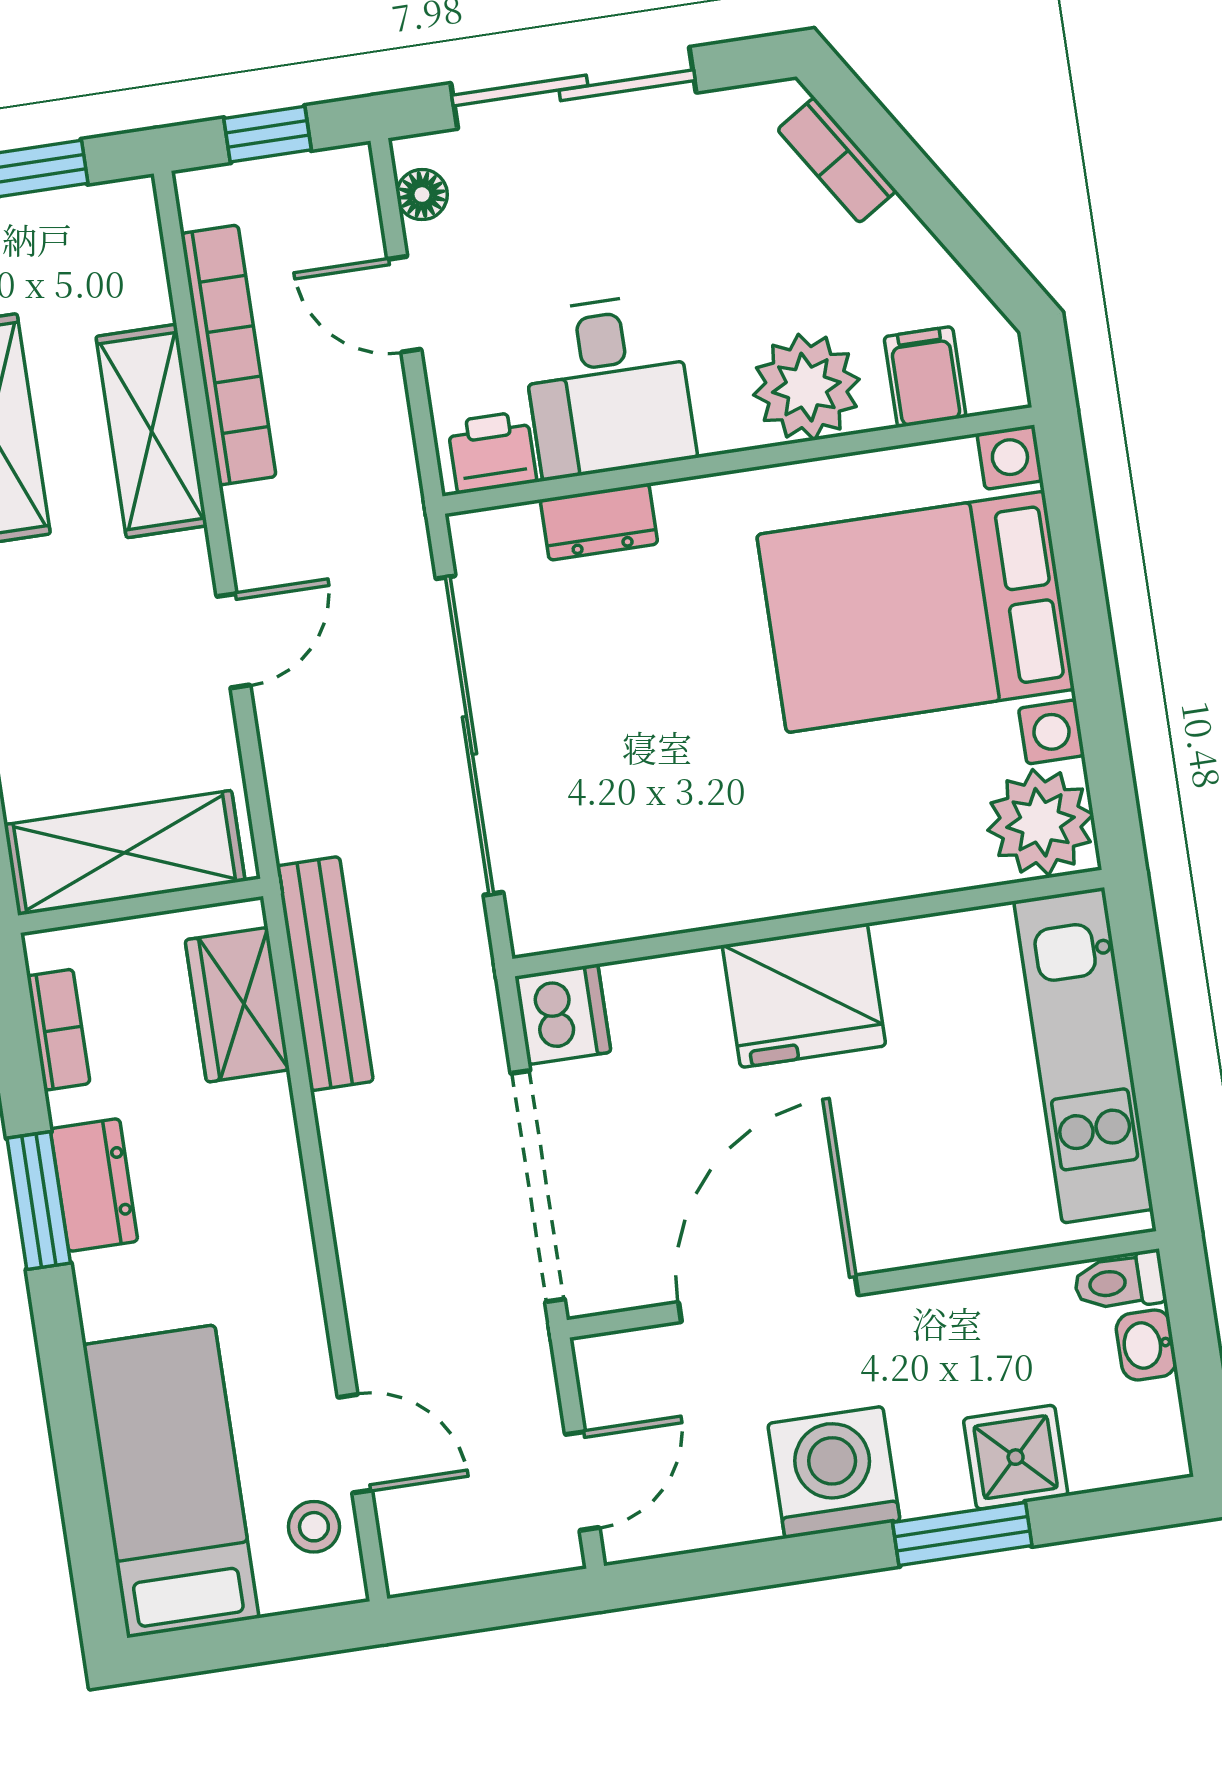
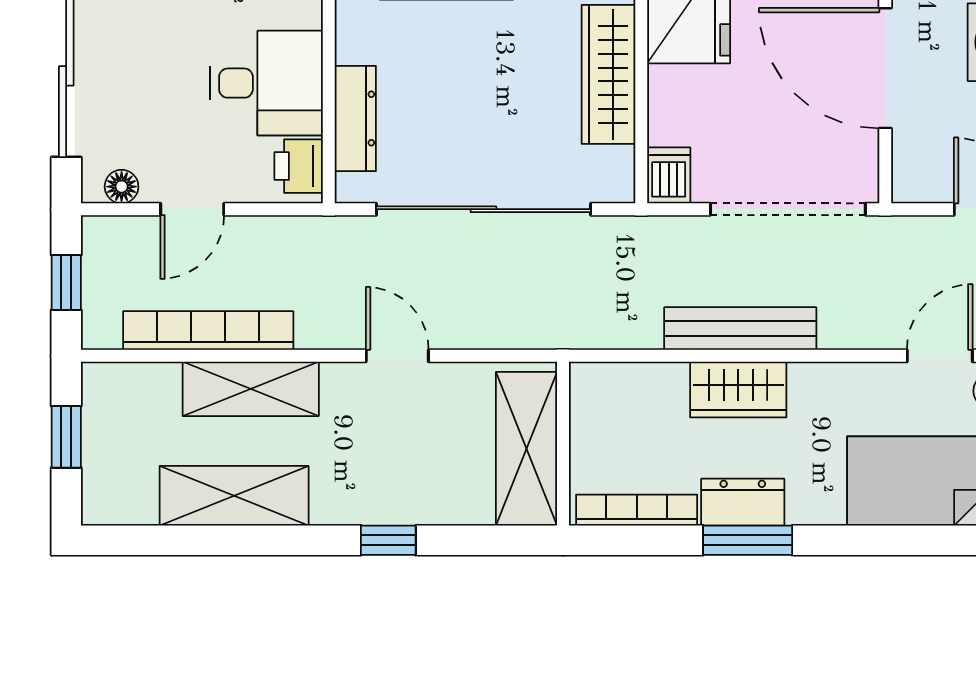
dresser: (599, 522) -> (355, 118), width x1.44
wardrobe: (697, 890) -> (608, 74), added
bench: (325, 974) -> (740, 329), moved
wardrobe: (237, 1005) -> (738, 389), moved
dishwasher: (563, 1014) -> (669, 175), width x0.73
bookcase: (58, 1030) -> (637, 510), width x1.56

